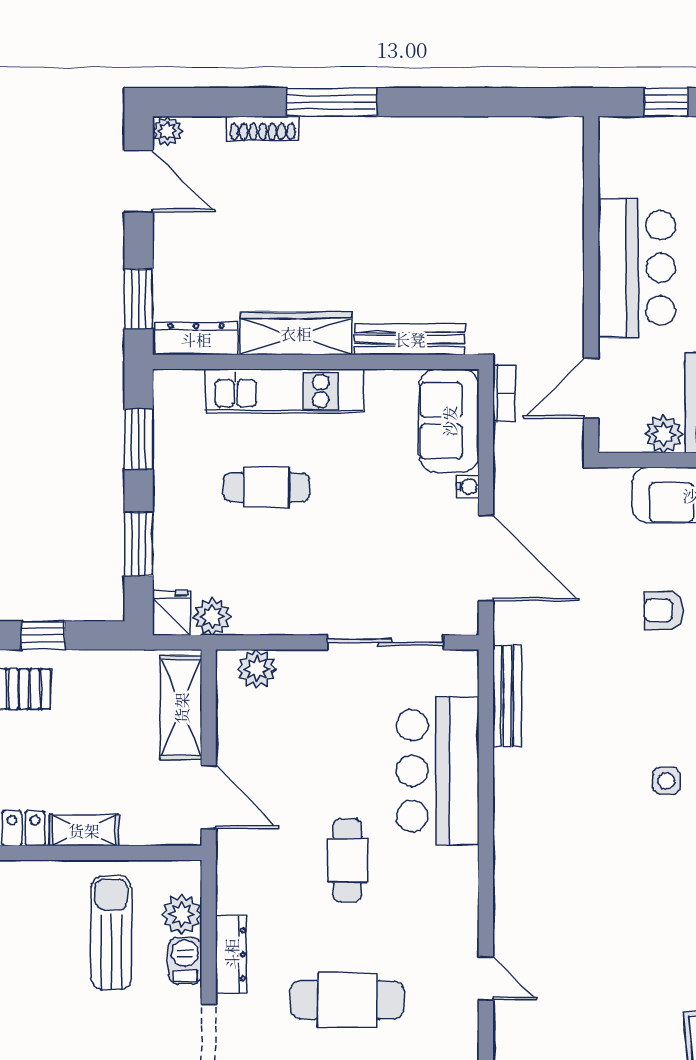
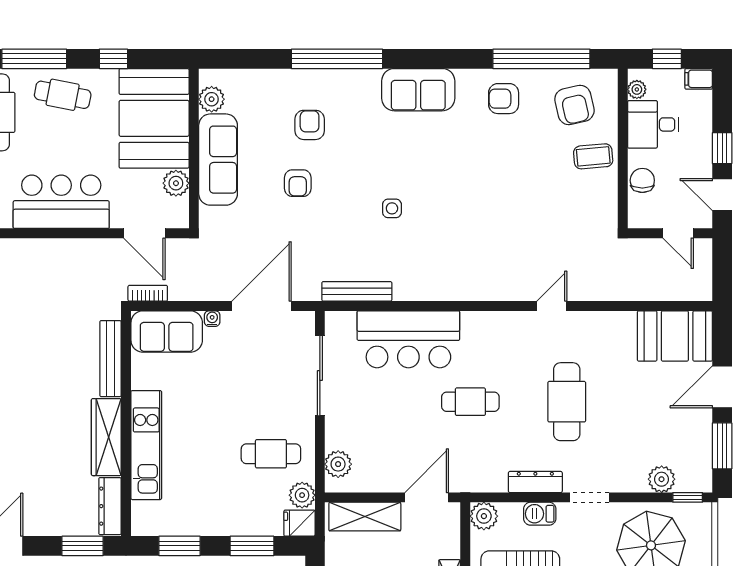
cafe table: (266, 487) -> (271, 454), moved, turned 90
side table: (666, 781) -> (392, 208), moved
plant: (182, 915) -> (484, 516), moved

